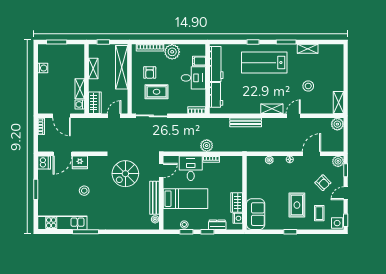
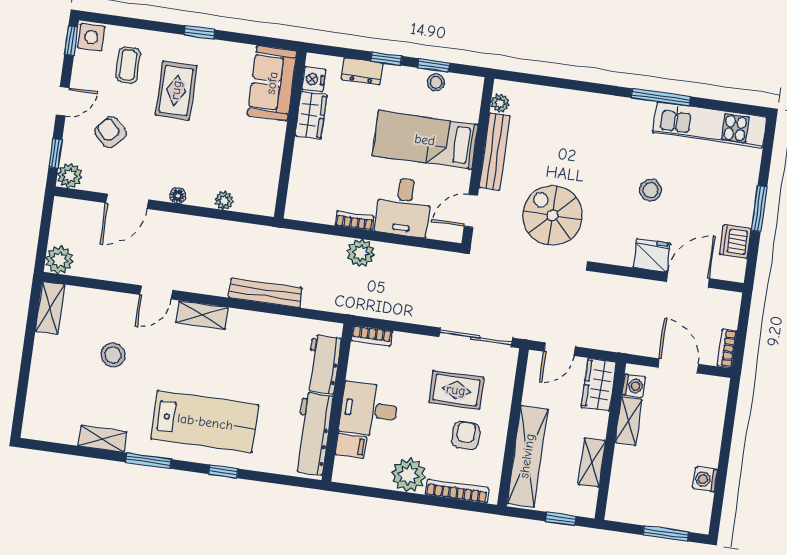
dishwasher: (44, 163) -> (735, 242), moved
spiral stairs: (125, 174) -> (553, 215), turned -90

